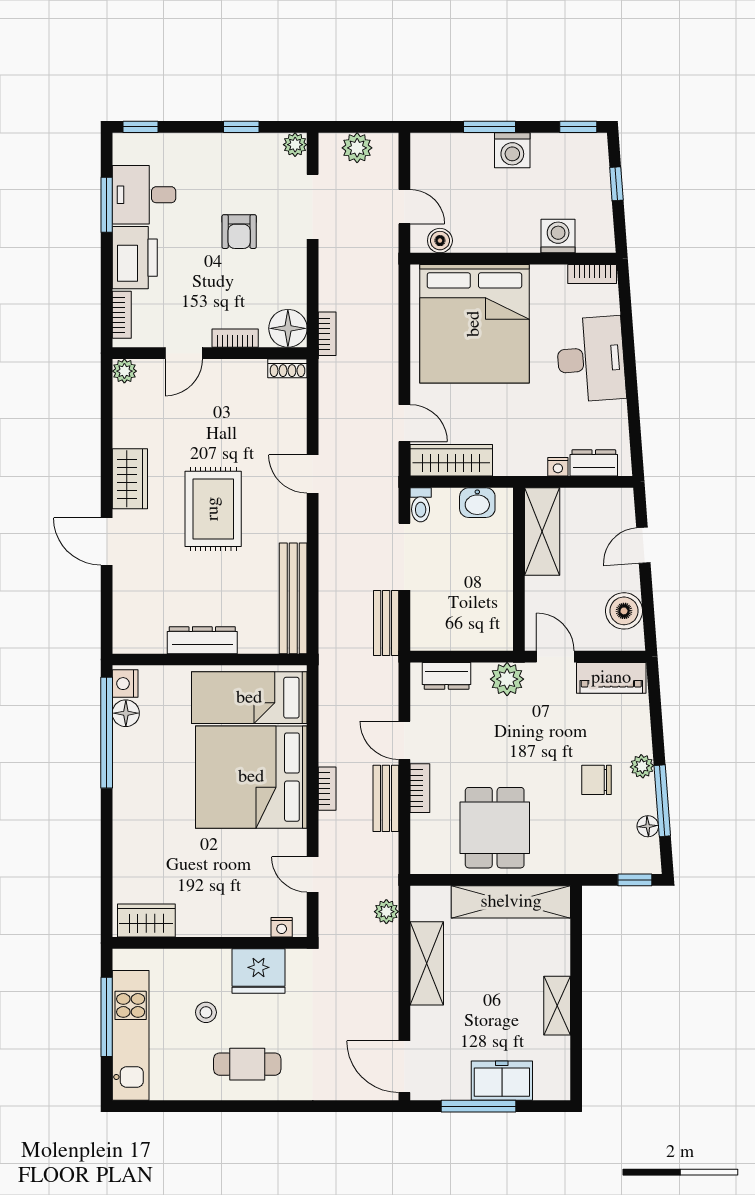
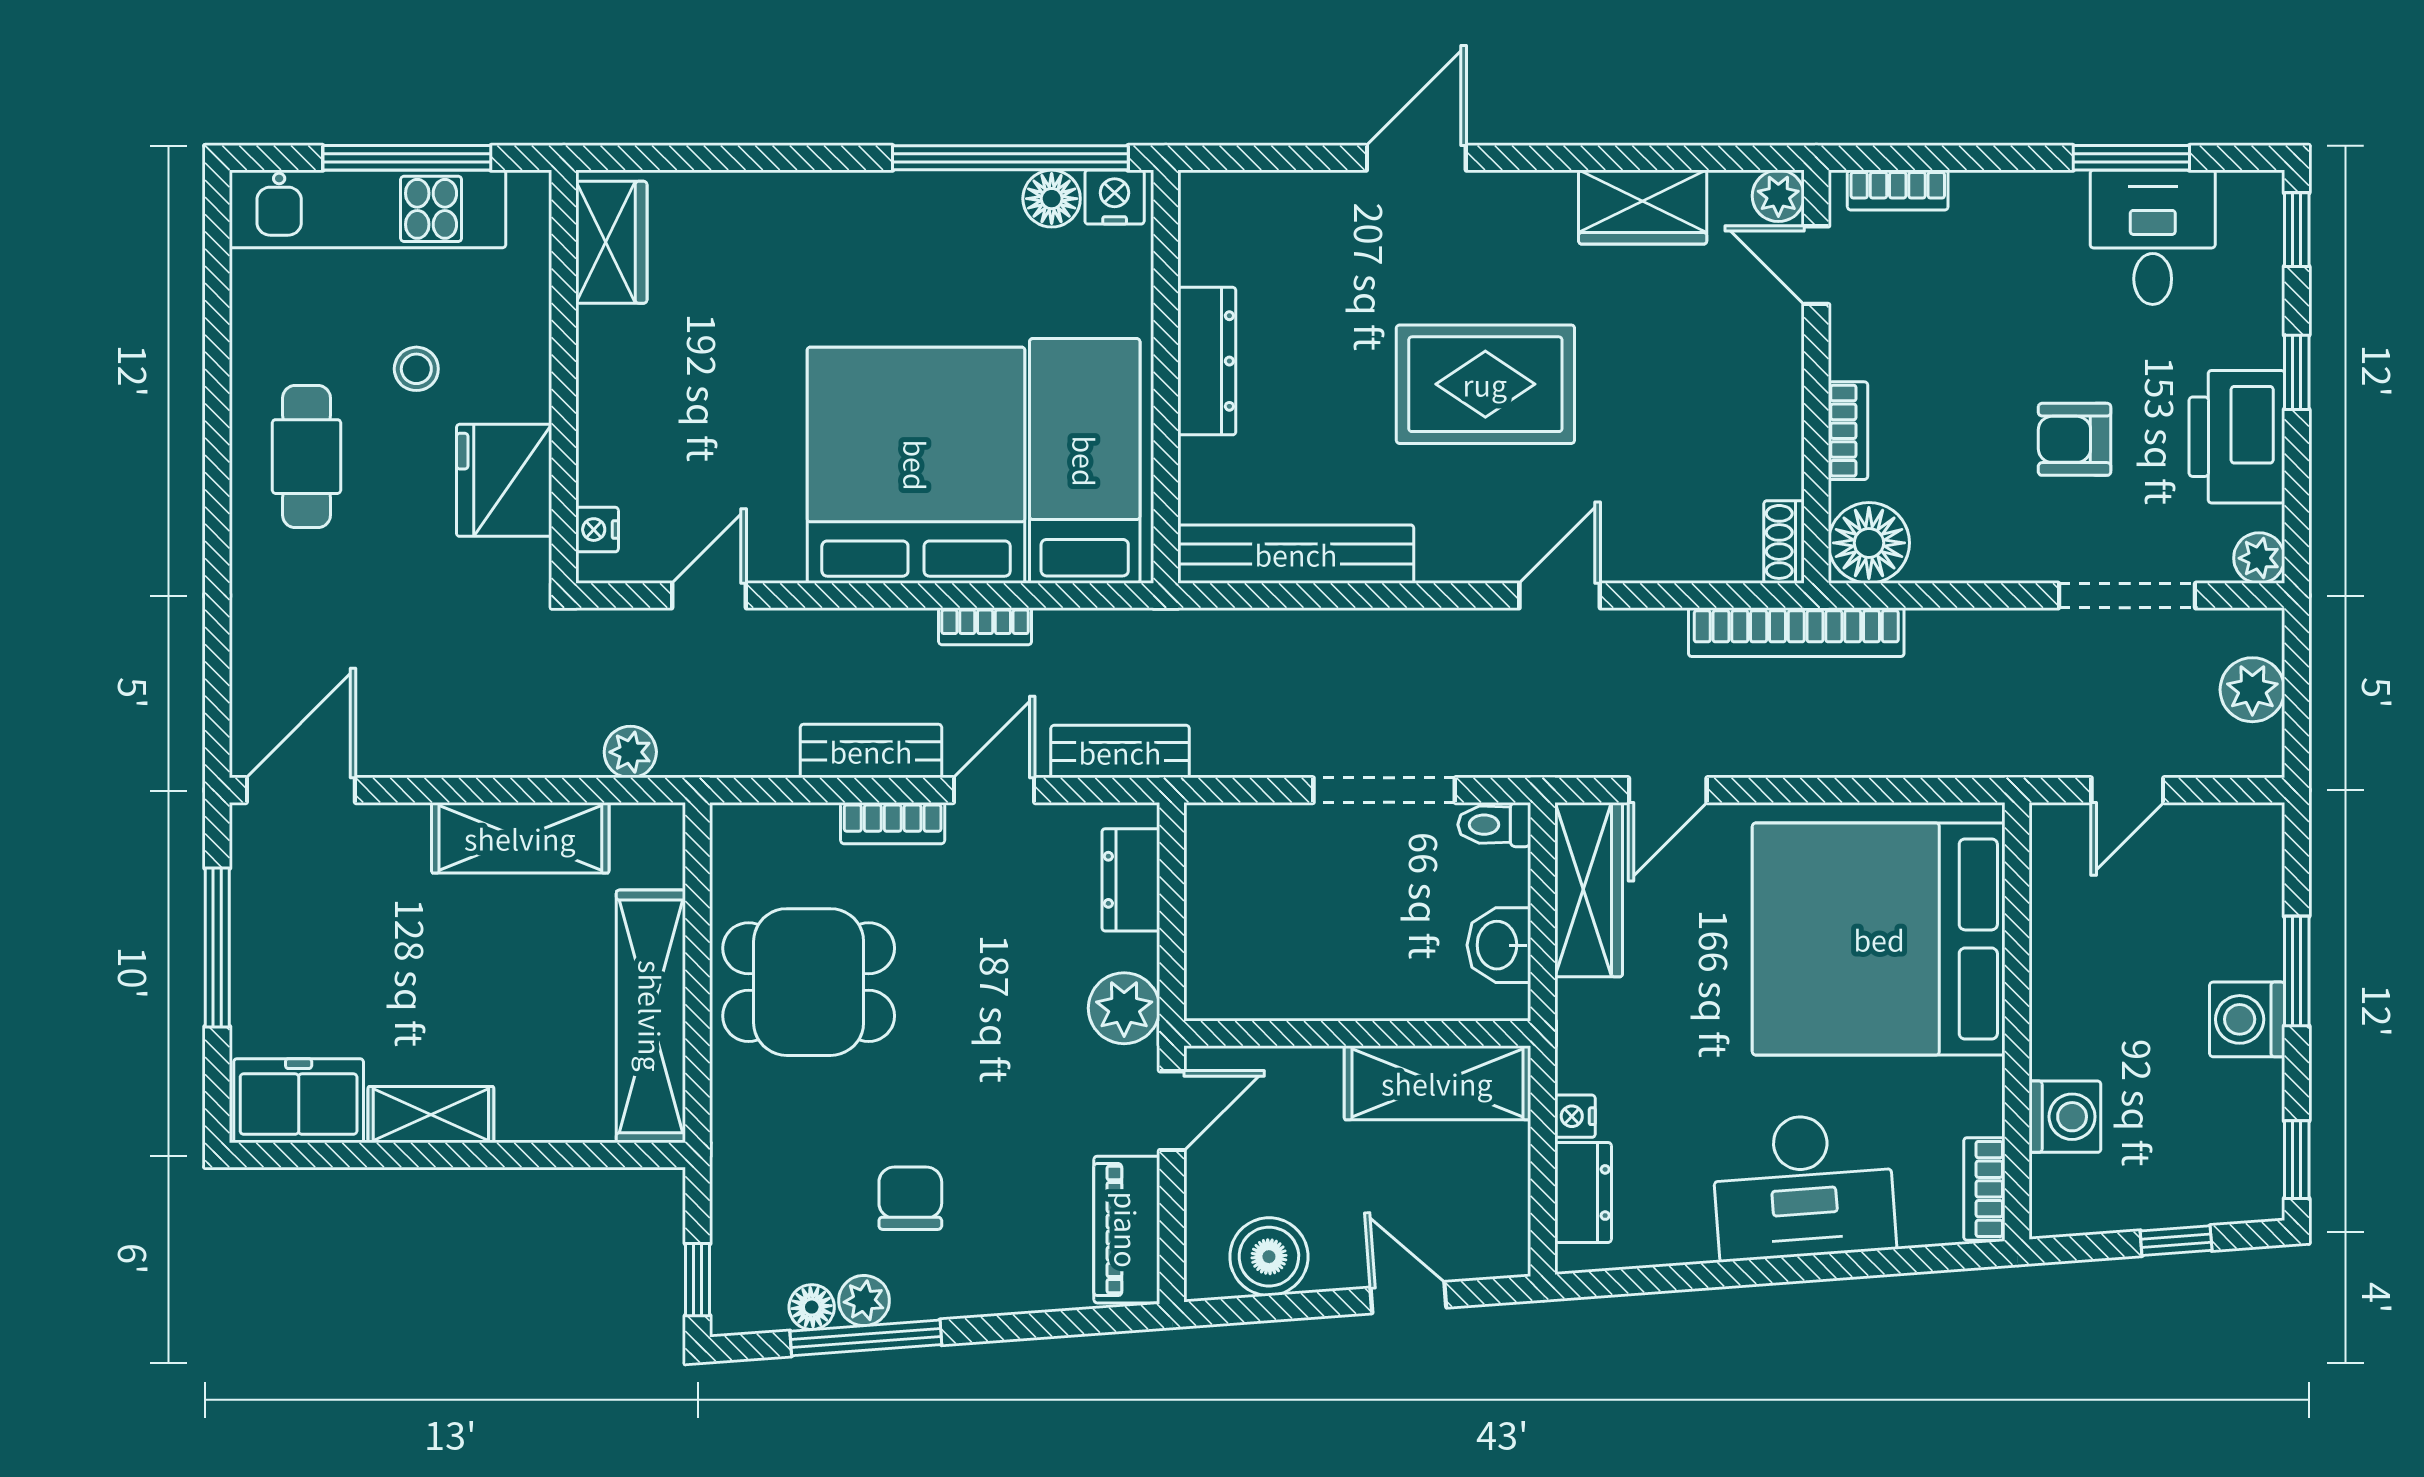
window: (241, 127) -> (2297, 372), moved
boiler: (440, 241) -> (2055, 866), removed
printer: (135, 258) -> (2237, 437), moved, turned 90
bookcase: (327, 334) -> (1796, 632), width x2.31, depth x1.31
door: (184, 353) -> (1816, 265), moved
wardrobe: (130, 479) -> (1643, 207), moved
bench: (386, 623) -> (1120, 752), moved
plant: (642, 766) -> (864, 1301), moved
bookcase: (327, 789) -> (985, 626), moved
freezer: (502, 1081) -> (299, 1101), moved, turned -90

